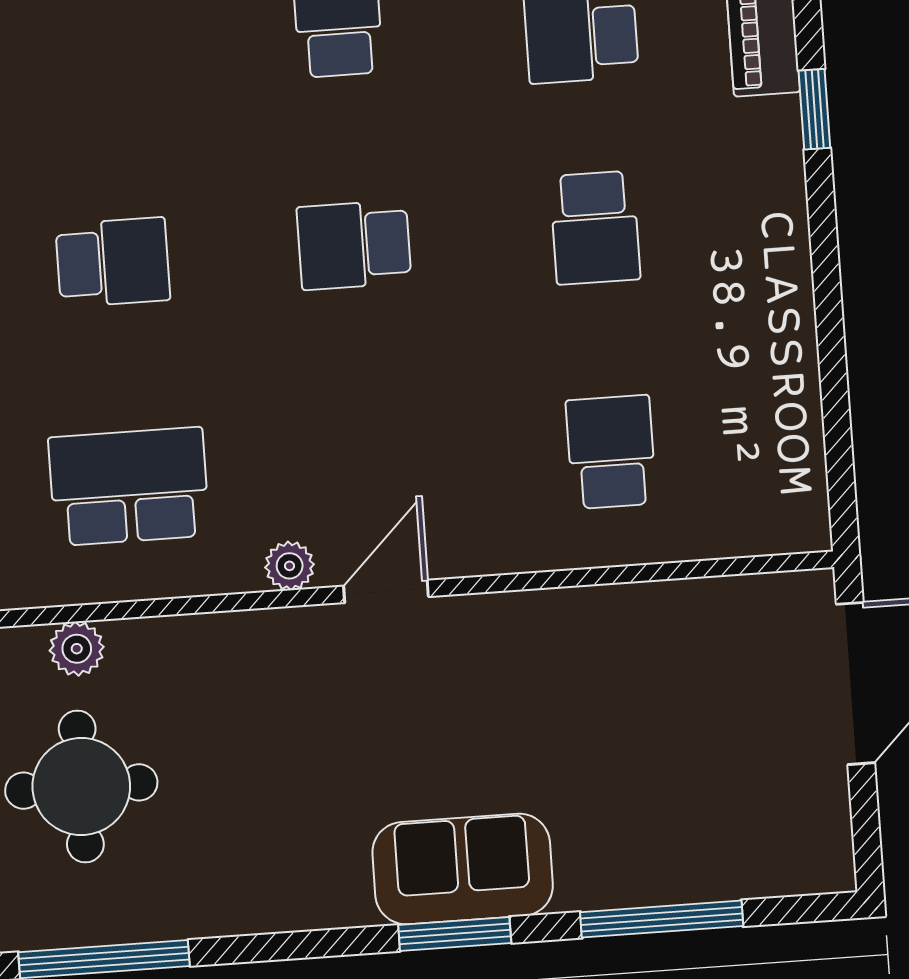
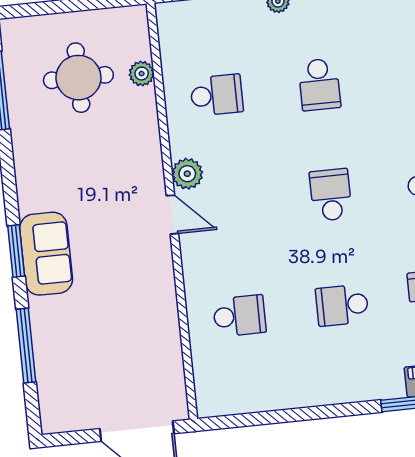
school desk: (129, 487) -> (217, 95), width x0.54
plant: (290, 566) -> (187, 174), width x1.38, depth x1.38

